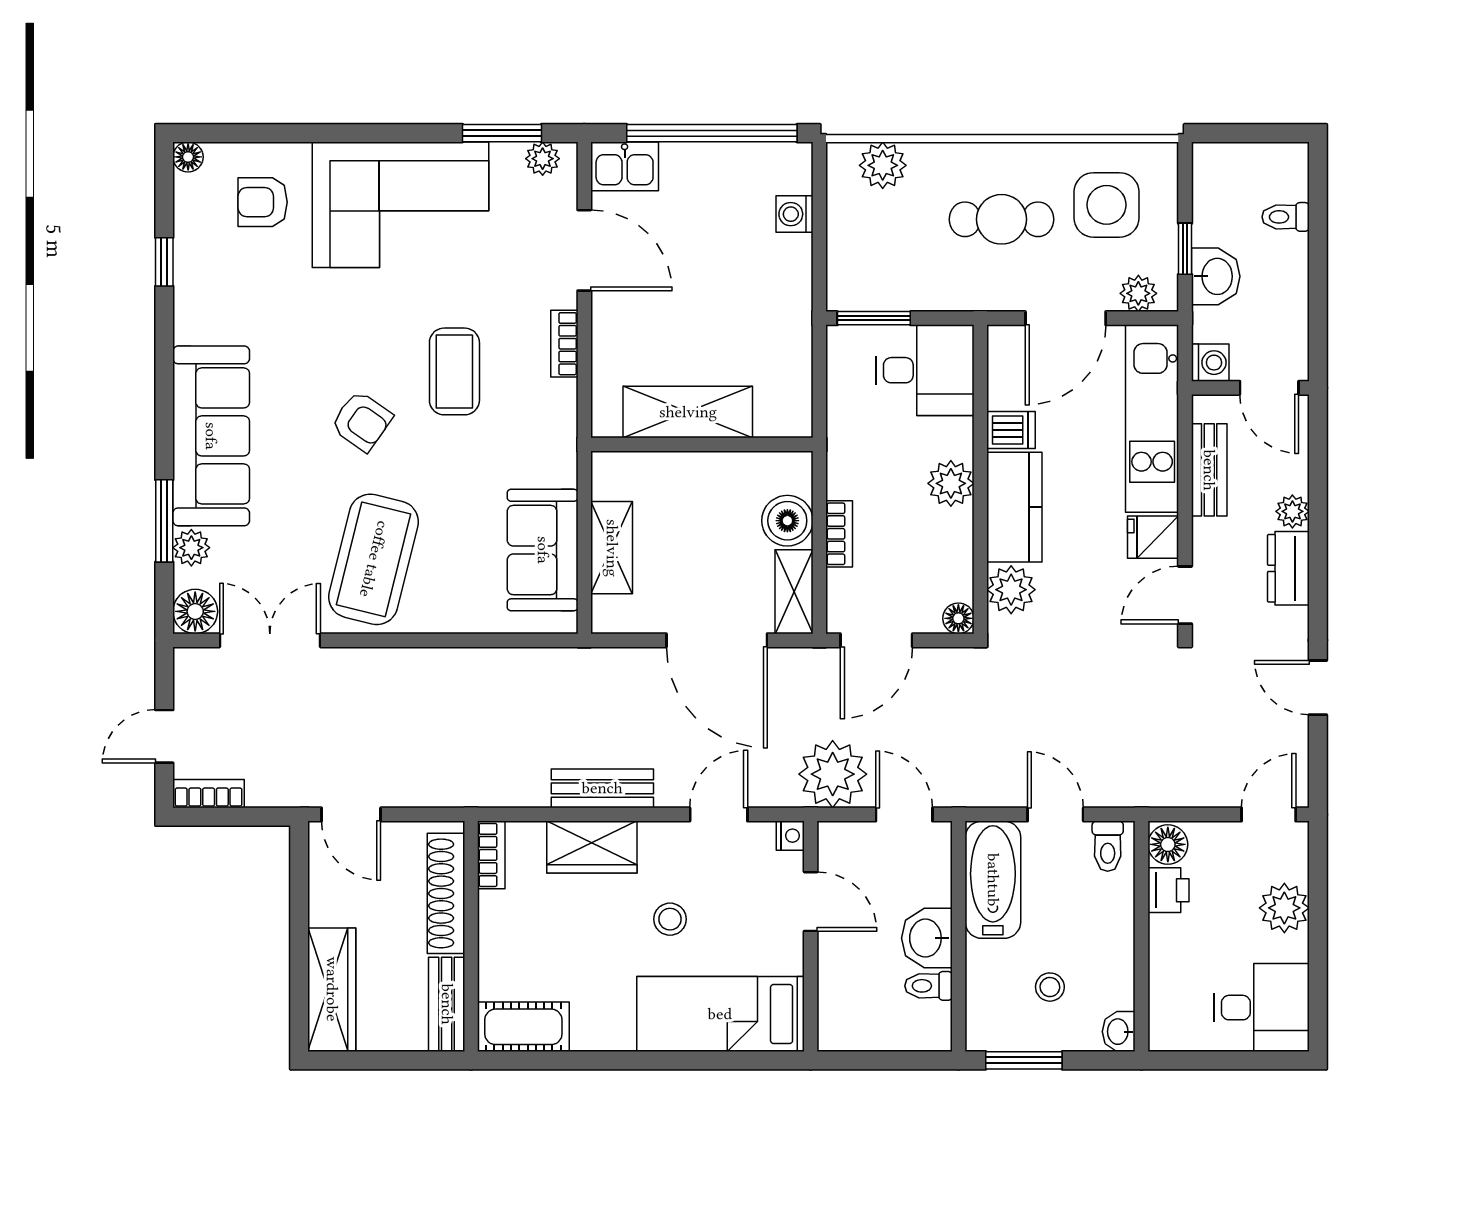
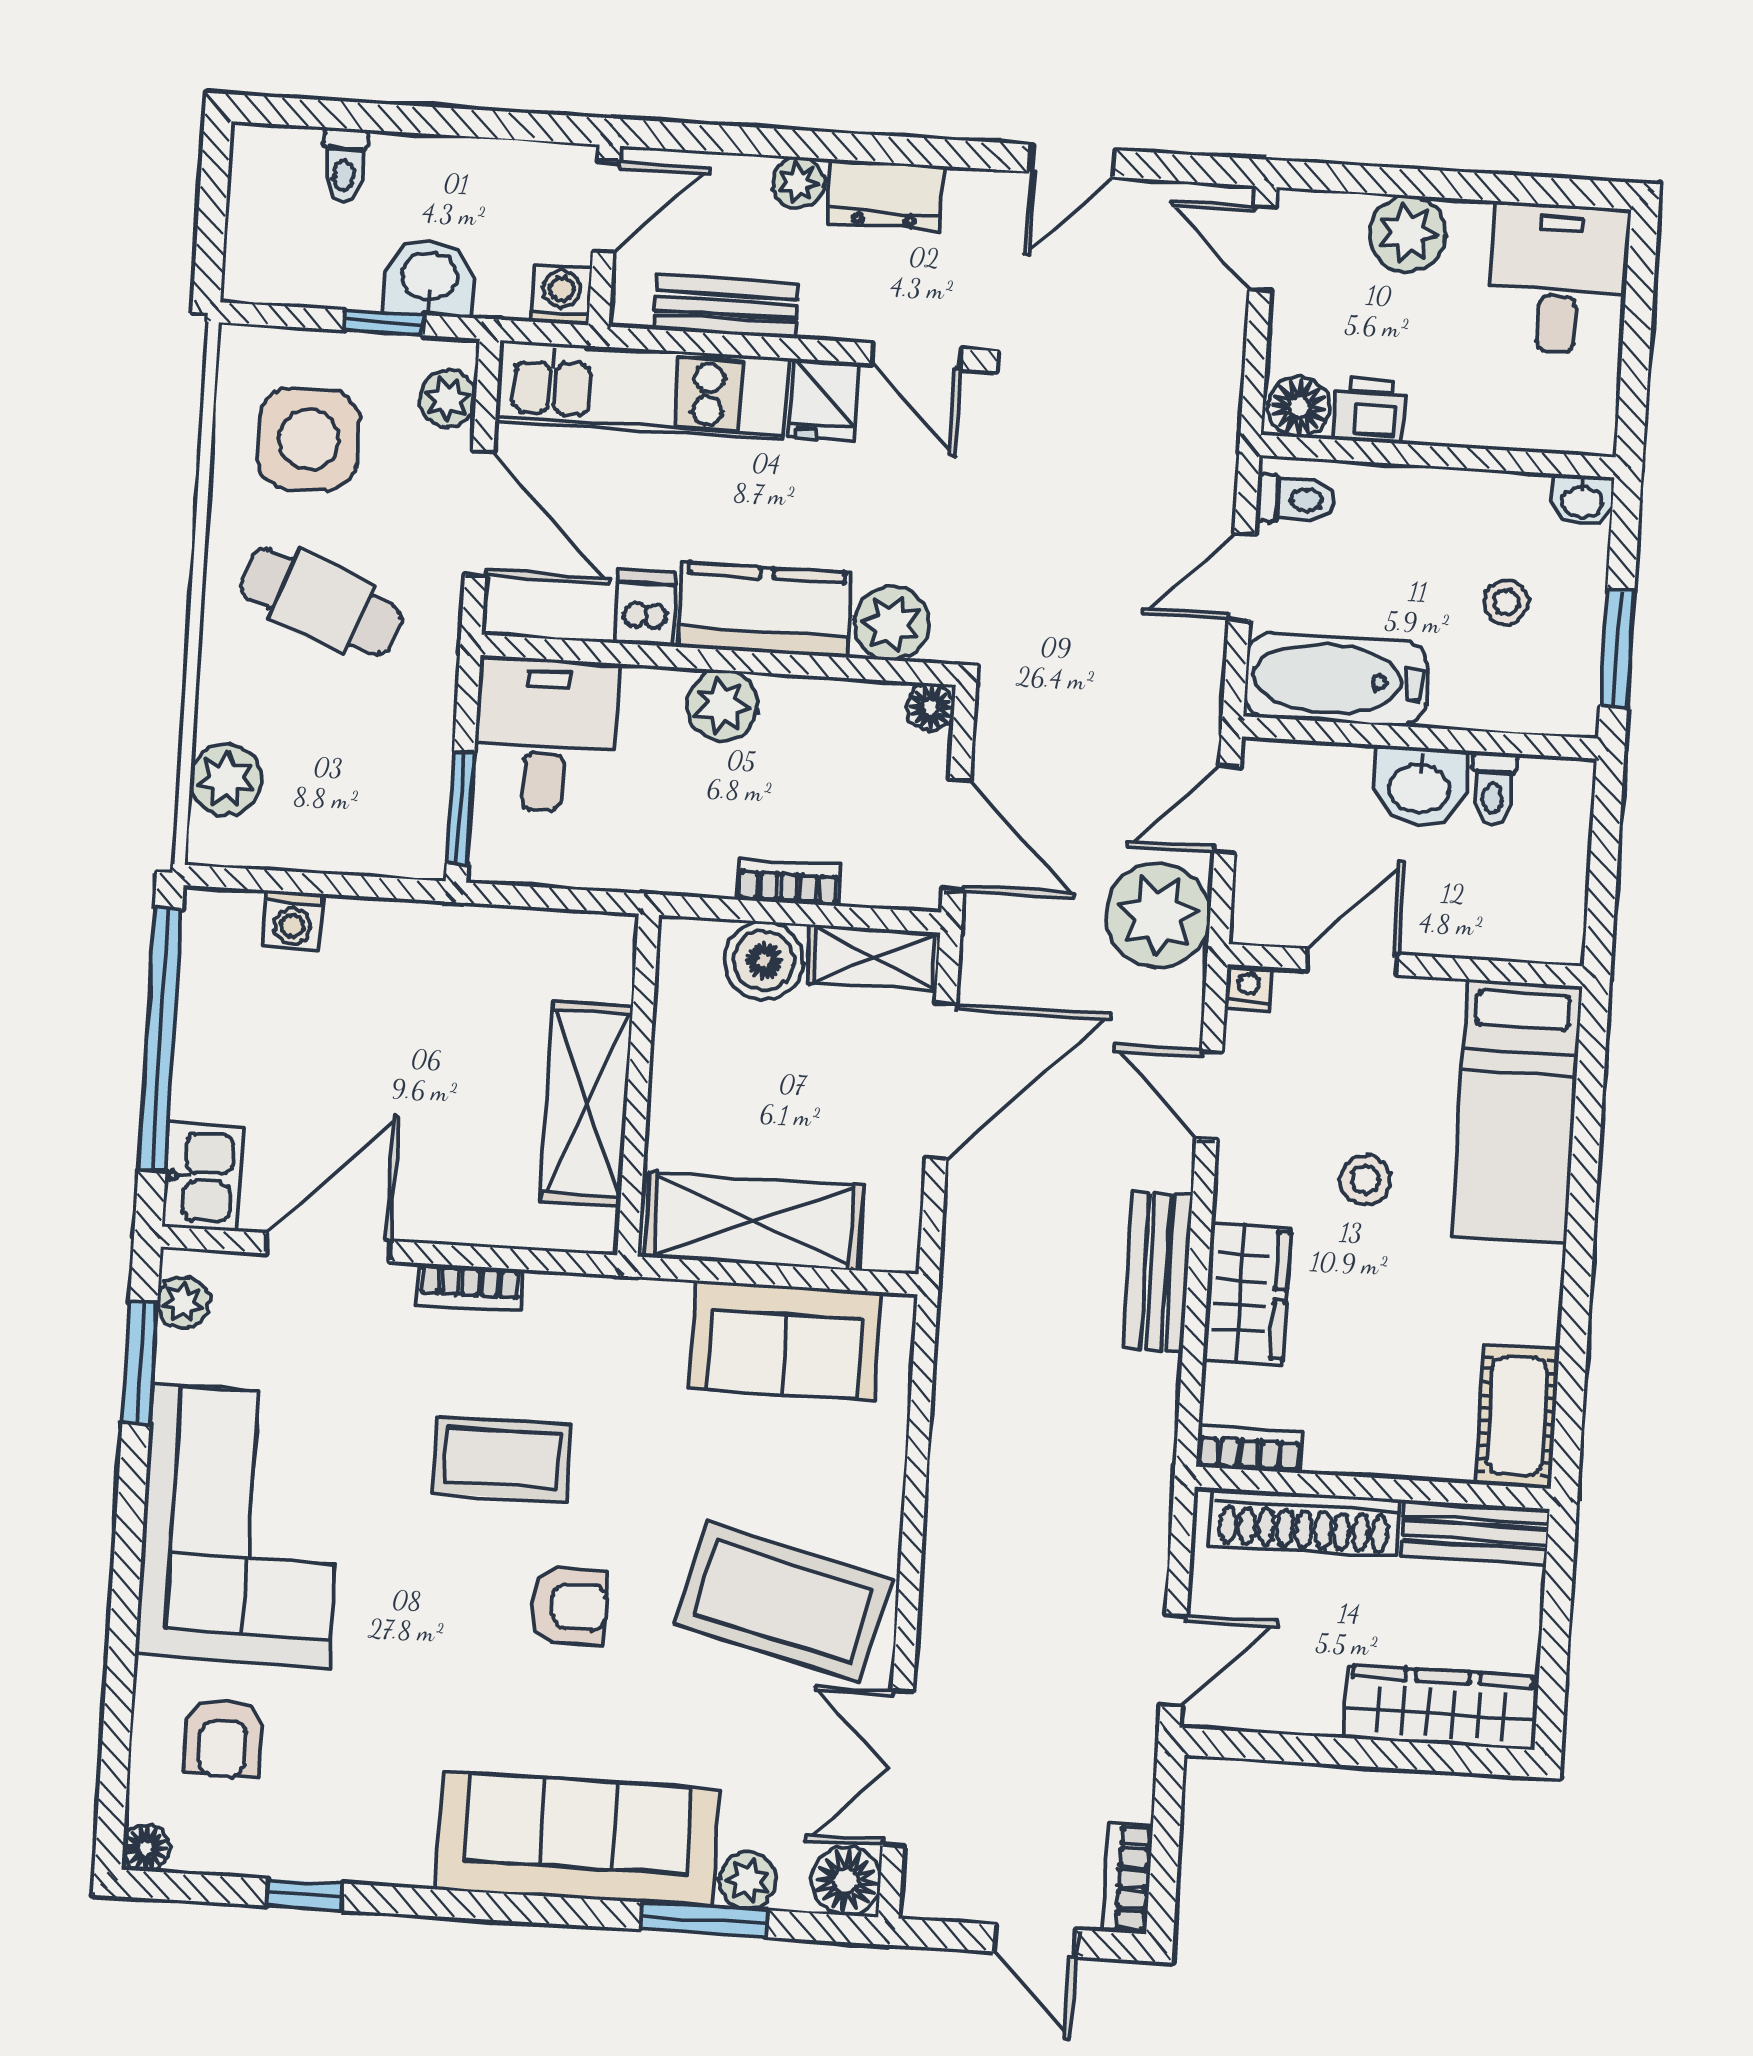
cafe table: (1002, 219) -> (321, 602), turned -69
armchair: (362, 421) -> (569, 1606), turned 55
shelving: (612, 548) -> (753, 1221), width x1.50, depth x1.33

